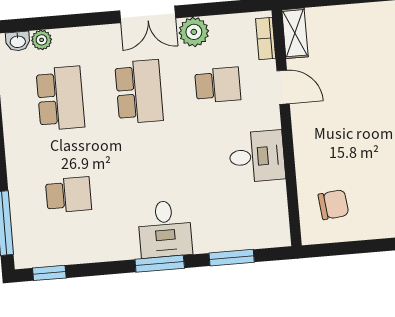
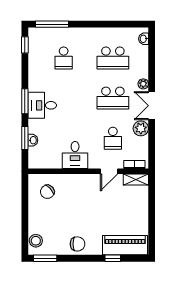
plant: (42, 40) -> (143, 84), moved
chair: (333, 205) -> (47, 192), turned 54
washbasin: (235, 241) -> (33, 140), added

